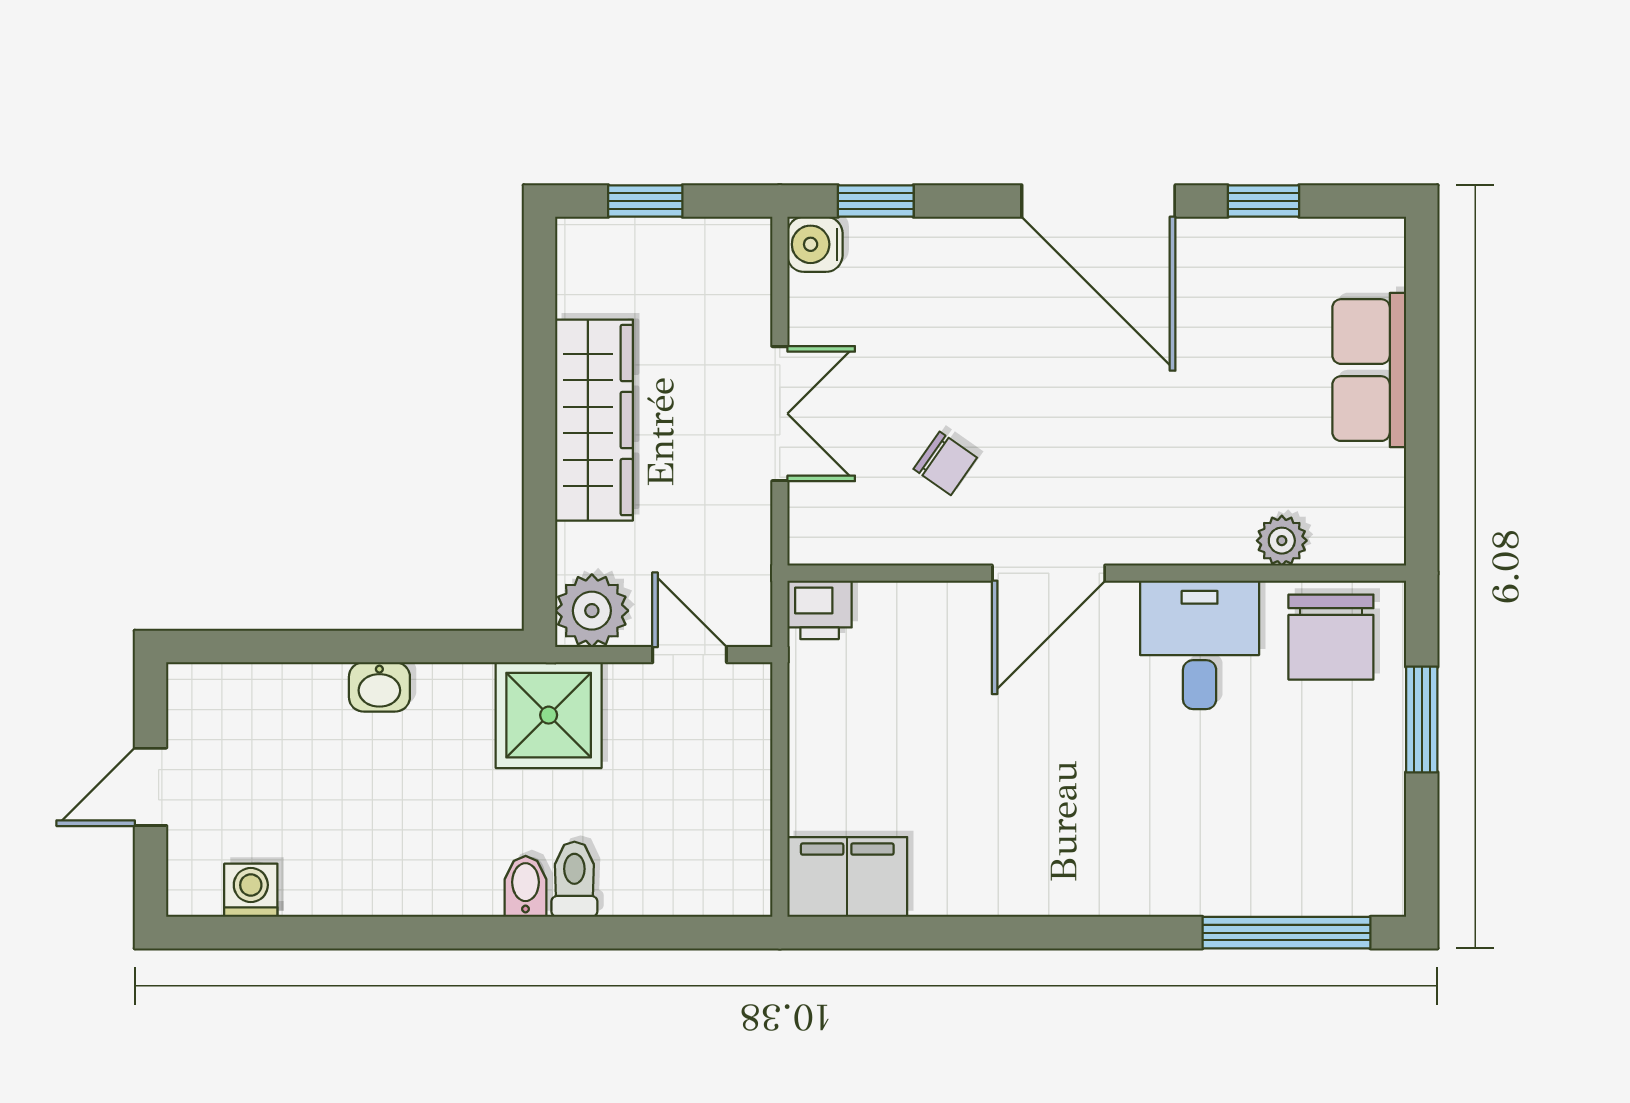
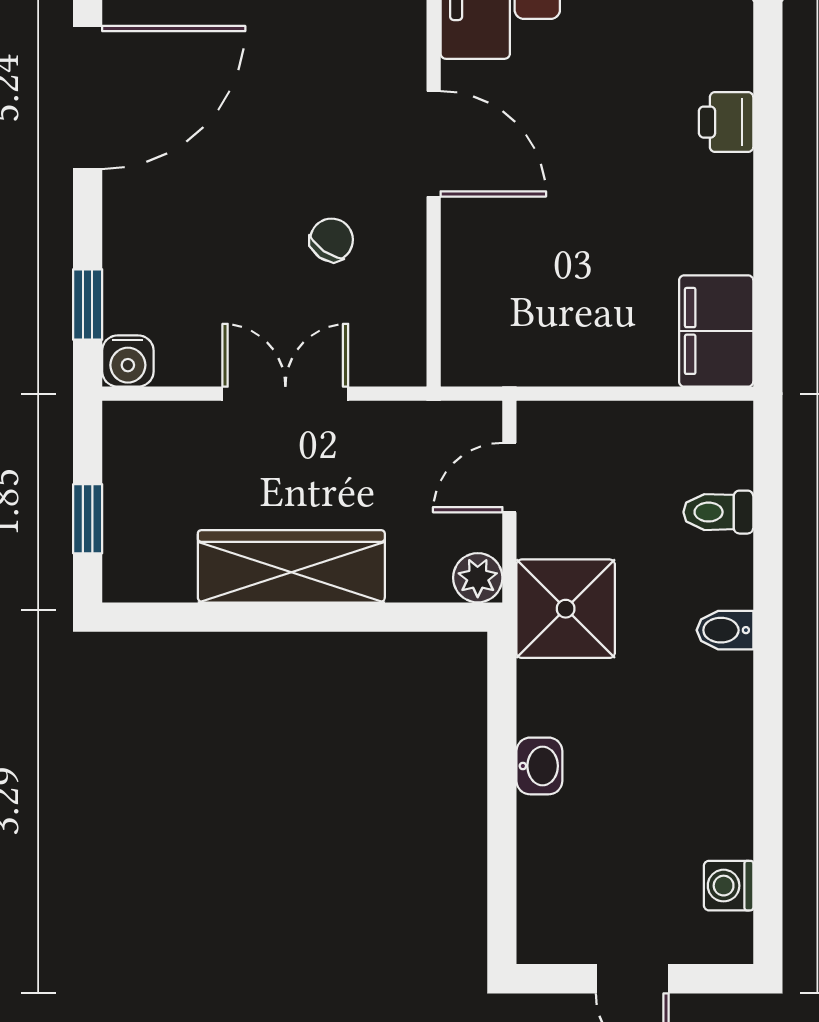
printer: (820, 610) -> (726, 122), moved, turned 180
plant: (592, 611) -> (478, 578), width x0.73, depth x0.73
toilet: (574, 879) -> (718, 512), moved

